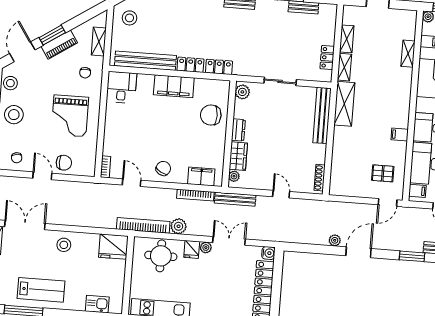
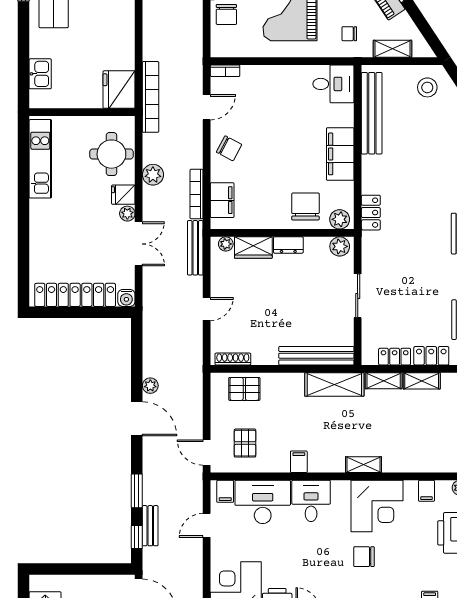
shelving: (408, 54) -> (363, 465), moved
locker: (190, 65) -> (431, 356), moved, turned -90
plant: (222, 90) -> (340, 219), added
pallet: (343, 171) -> (244, 389), added
bookcase: (143, 225) -> (151, 97), moved
stool: (64, 245) -> (116, 23), removed

